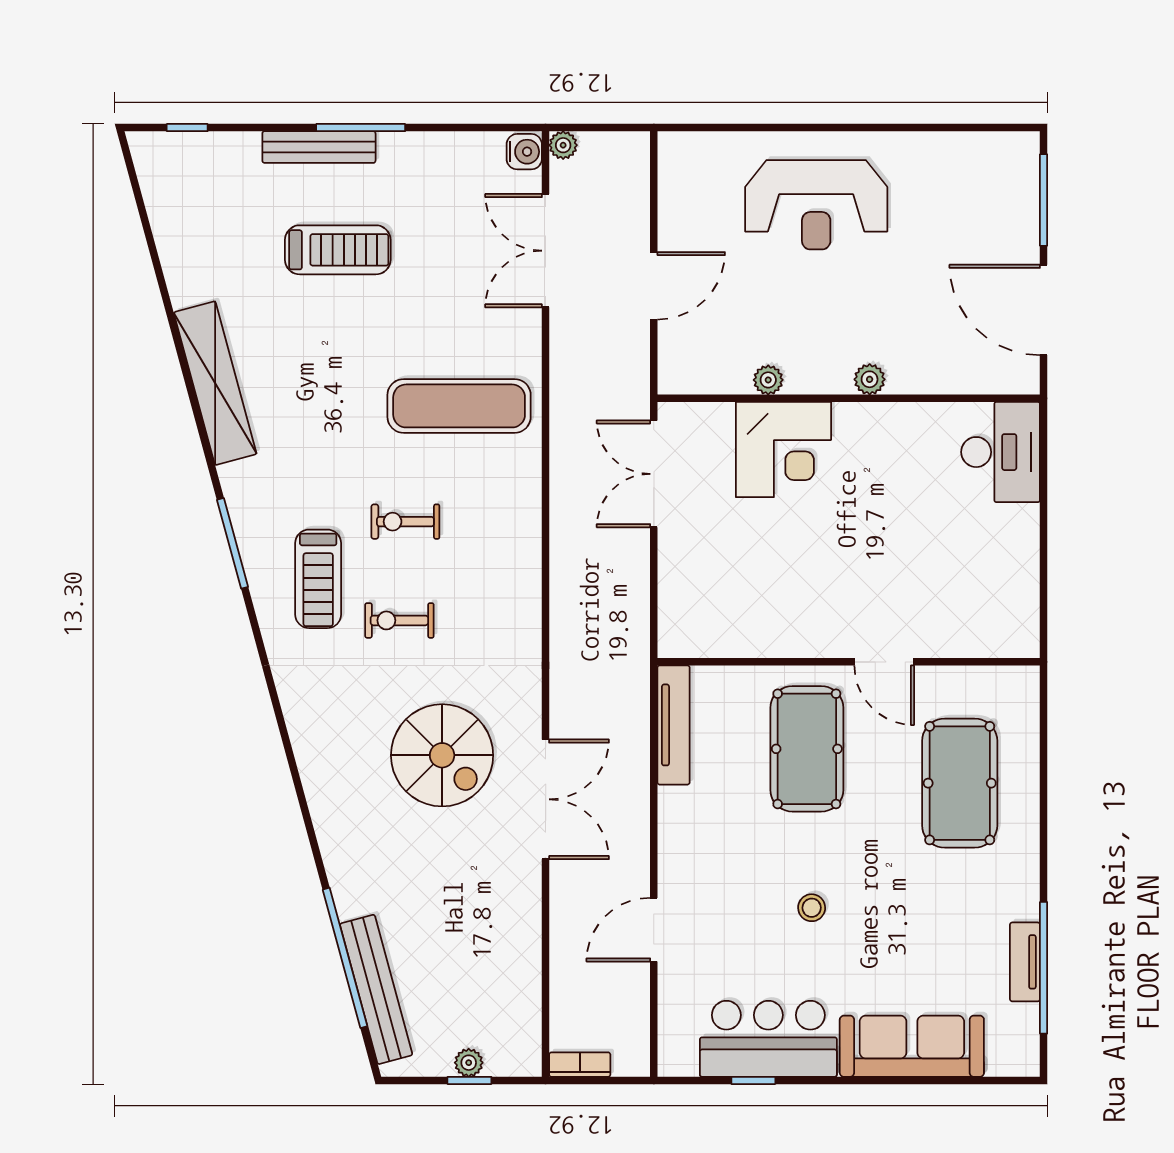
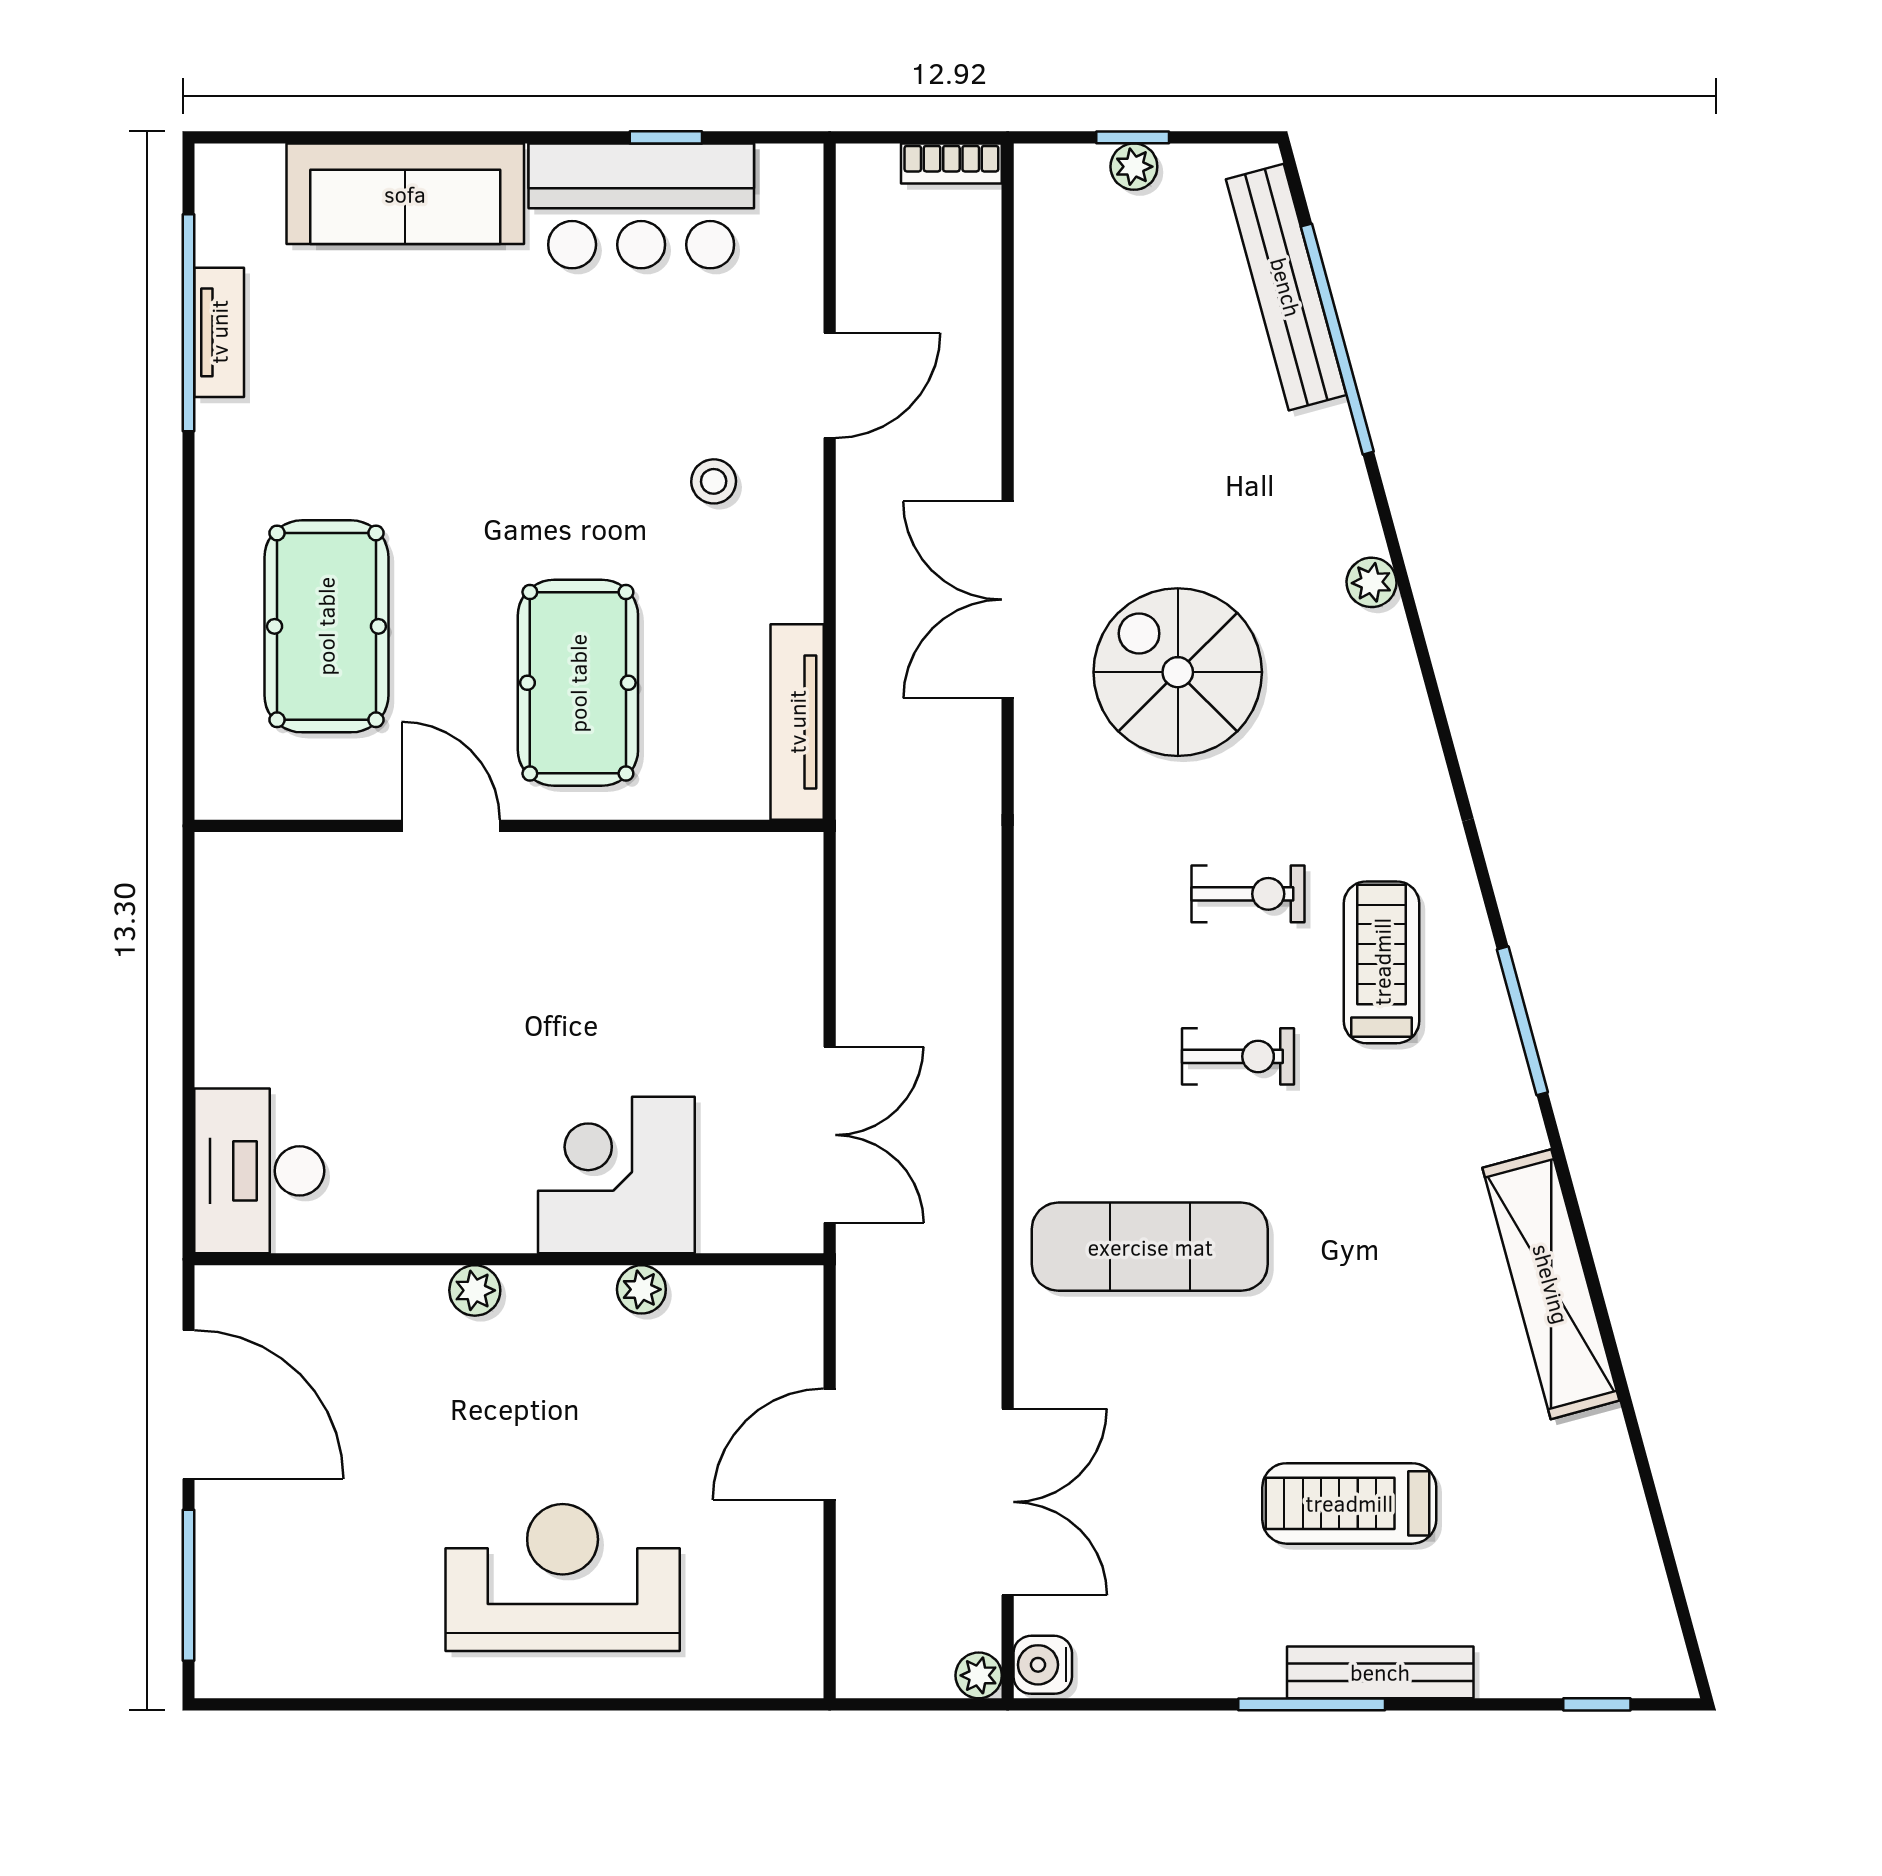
plant: (324, 810) -> (1372, 582), added
stool: (812, 908) -> (714, 481), moved

